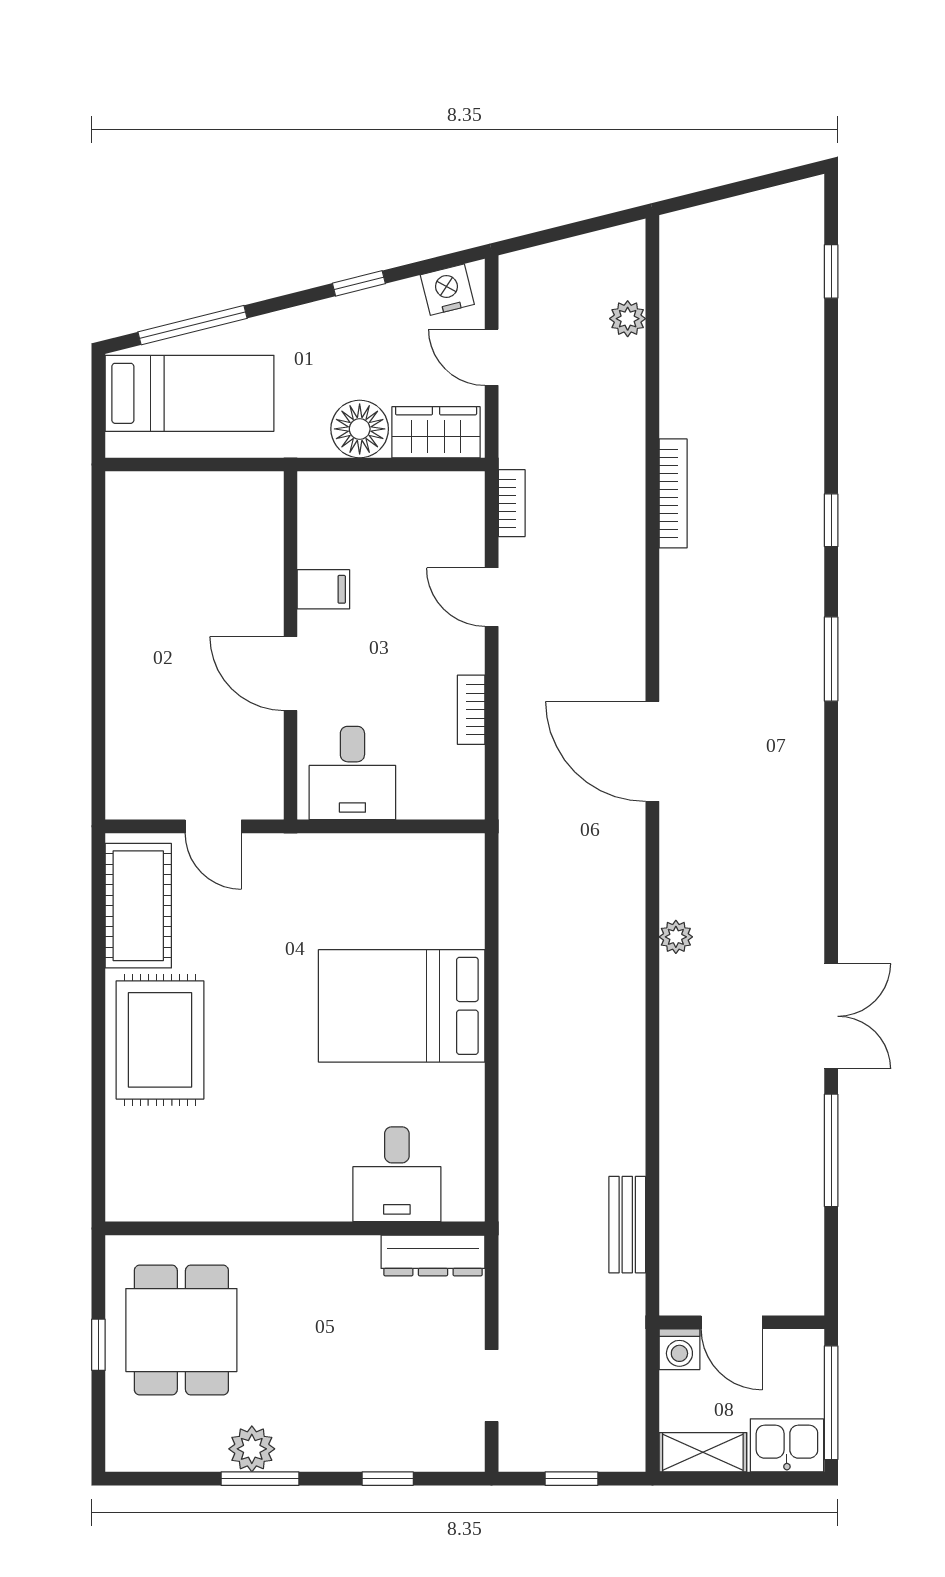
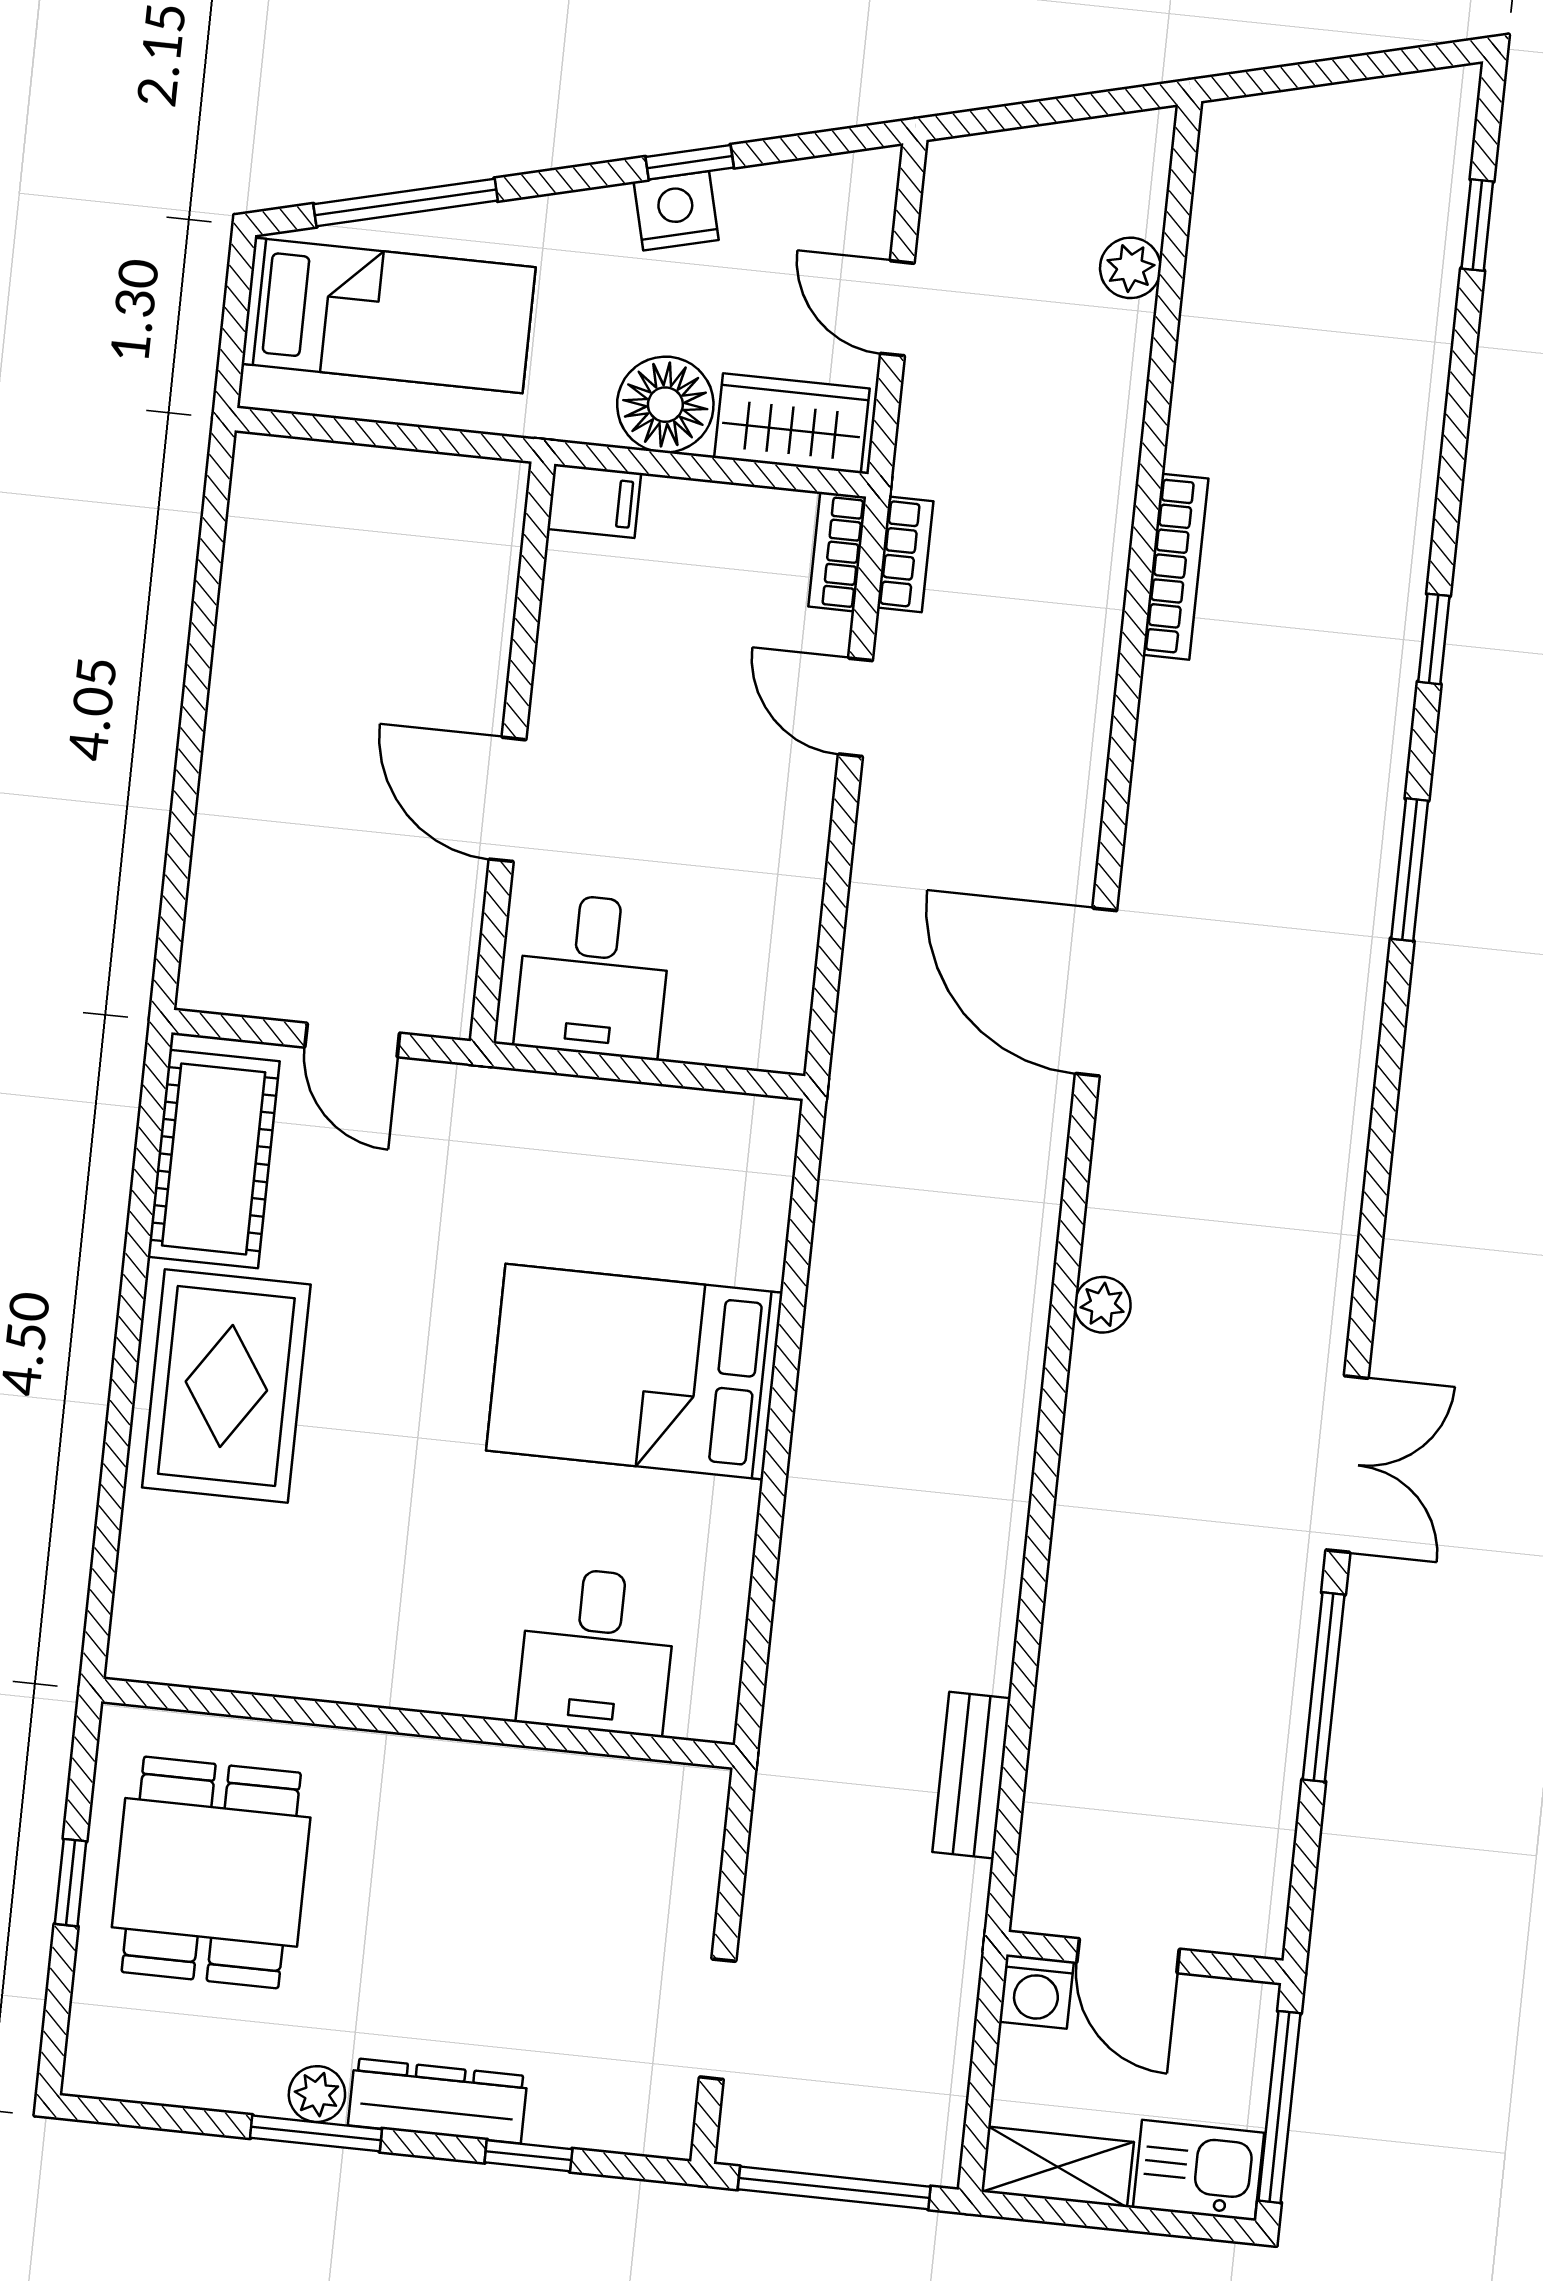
nightstand: (447, 290) -> (676, 211), moved
filing cabinet: (323, 589) -> (594, 501), moved
bookcase: (471, 710) -> (837, 552), moved
dresser: (433, 1255) -> (438, 2101), moved, turned 180
plant: (252, 1449) -> (317, 2094), width x0.73, depth x0.73
window: (571, 1479) -> (834, 2188), width x2.17

